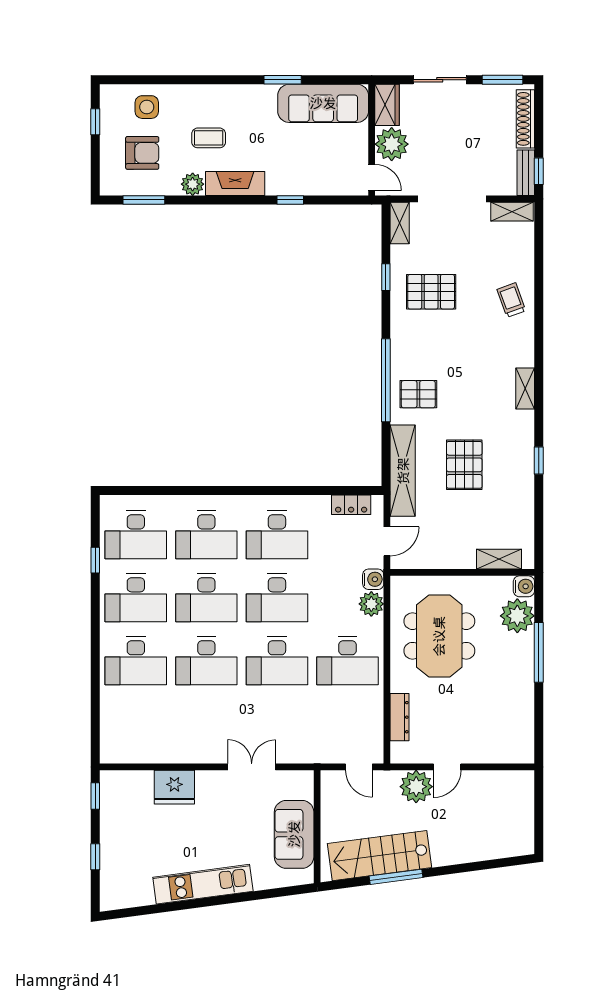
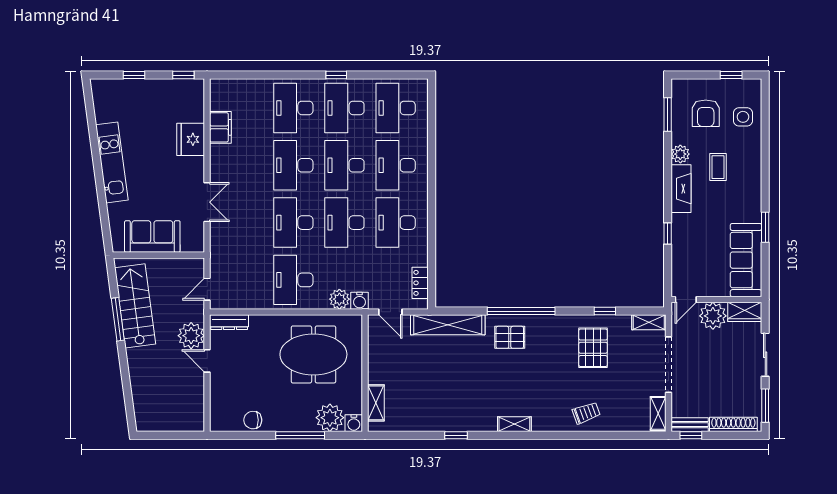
pallet: (418, 394) -> (510, 337), turned 90
pallet: (464, 465) -> (452, 375), removed
window: (95, 560) -> (336, 75), moved
chair: (520, 711) -> (253, 420), added
dresser: (400, 717) -> (229, 322), moved
filing cabinet: (160, 750) -> (220, 127), added

